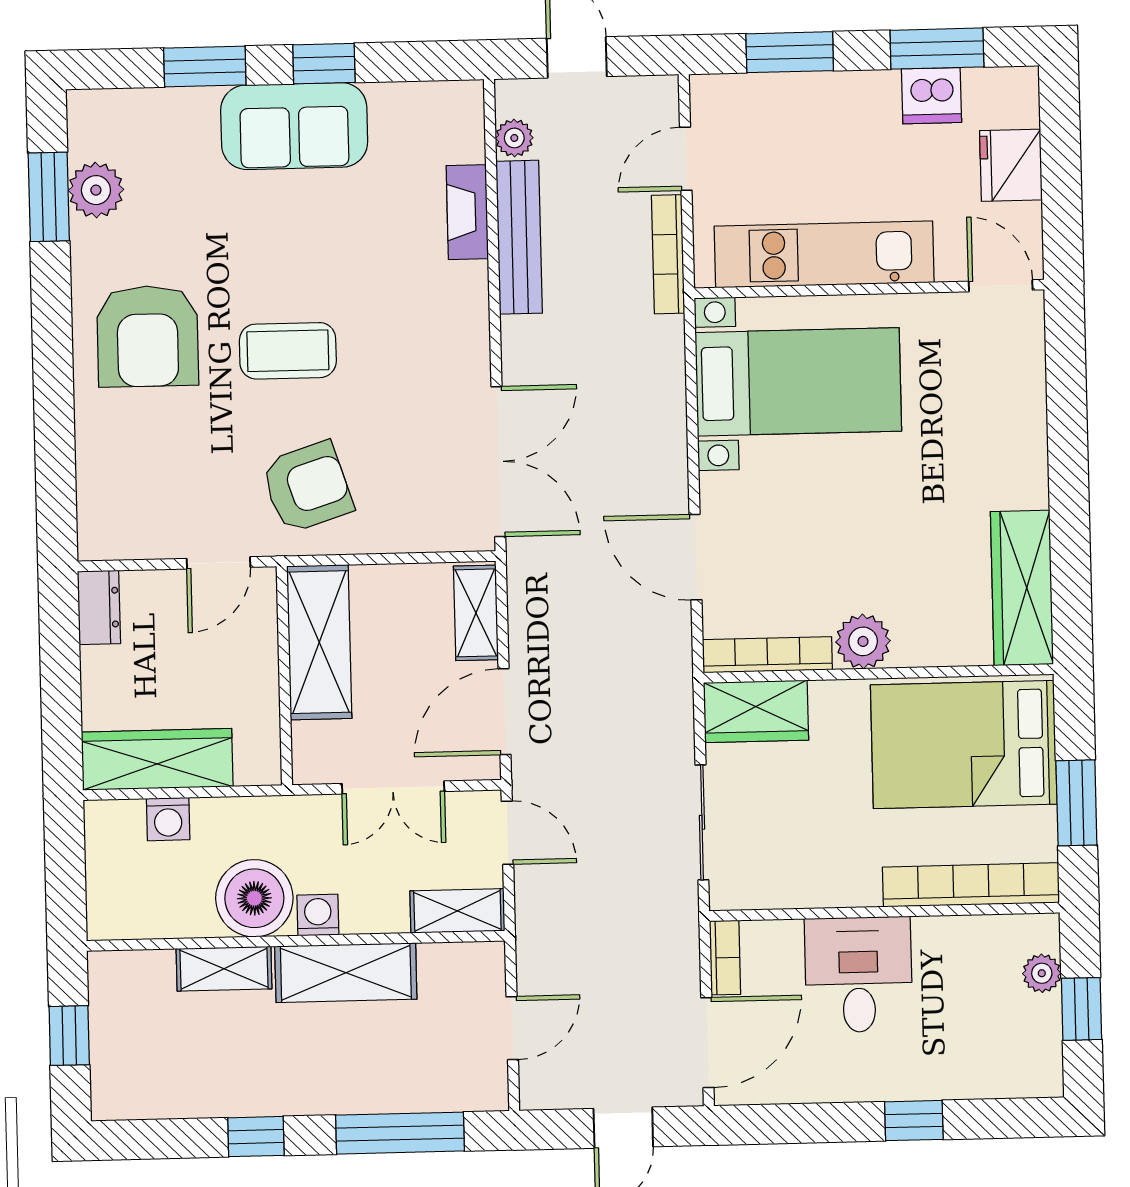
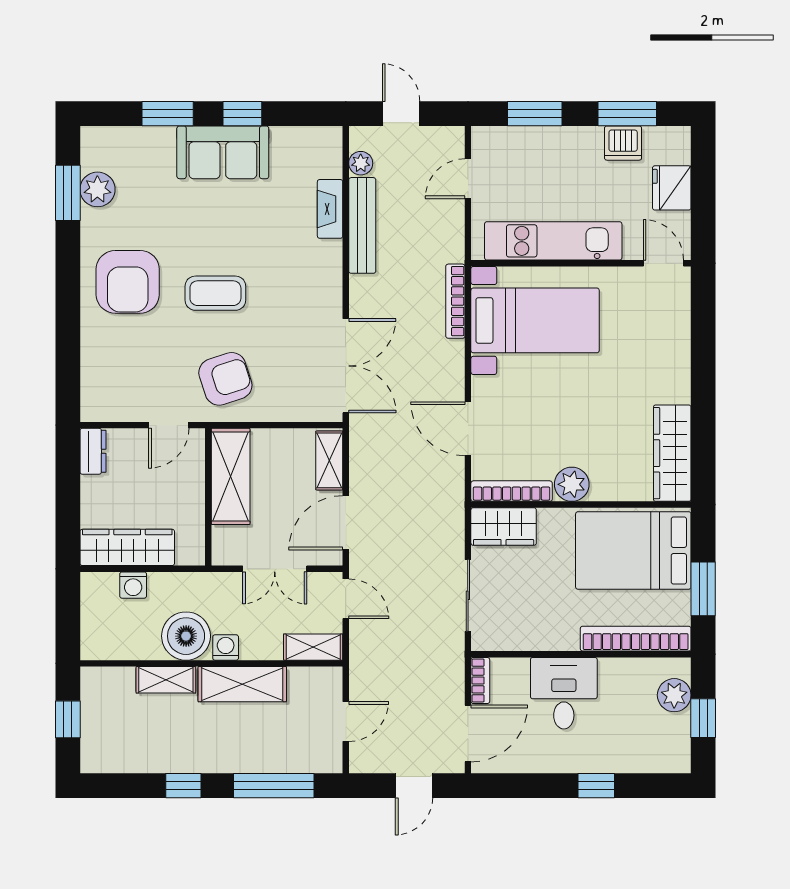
bookcase: (668, 254) -> (455, 301), moved
plant: (1042, 973) -> (674, 695), width x1.38, depth x1.38

